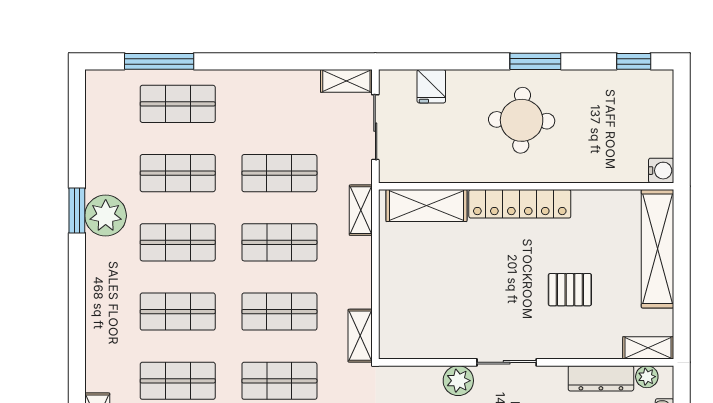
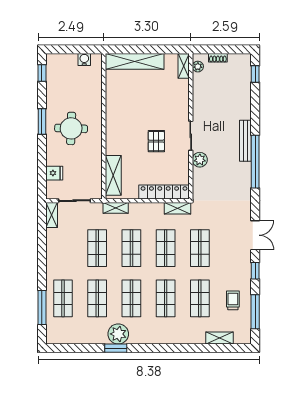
water cooler: (661, 171) -> (84, 59), moved
locker: (520, 204) -> (164, 192), moved, turned -90
pallet: (570, 290) -> (156, 141), moved
dresser: (601, 378) -> (199, 89), removed

